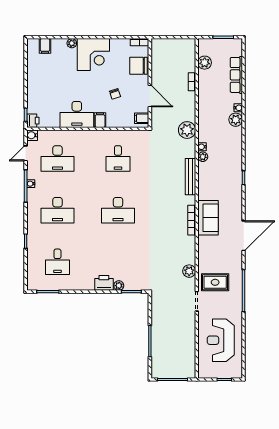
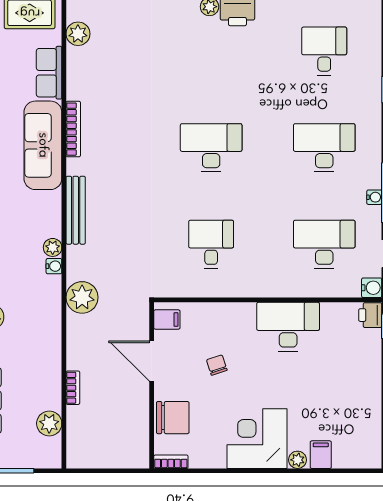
filing cabinet: (45, 46) -> (321, 455), moved
filing cabinet: (100, 120) -> (245, 316), removed
sofa: (208, 218) -> (43, 145), width x1.36
row of seats: (205, 250) -> (49, 73), added

